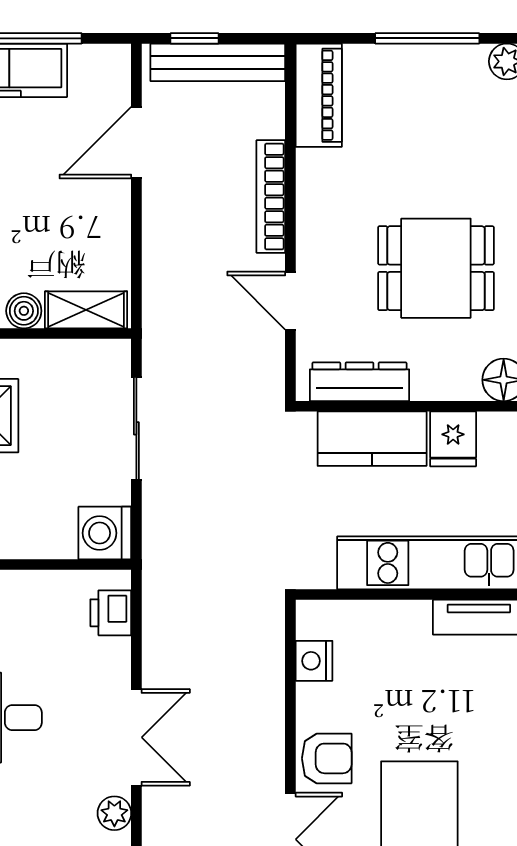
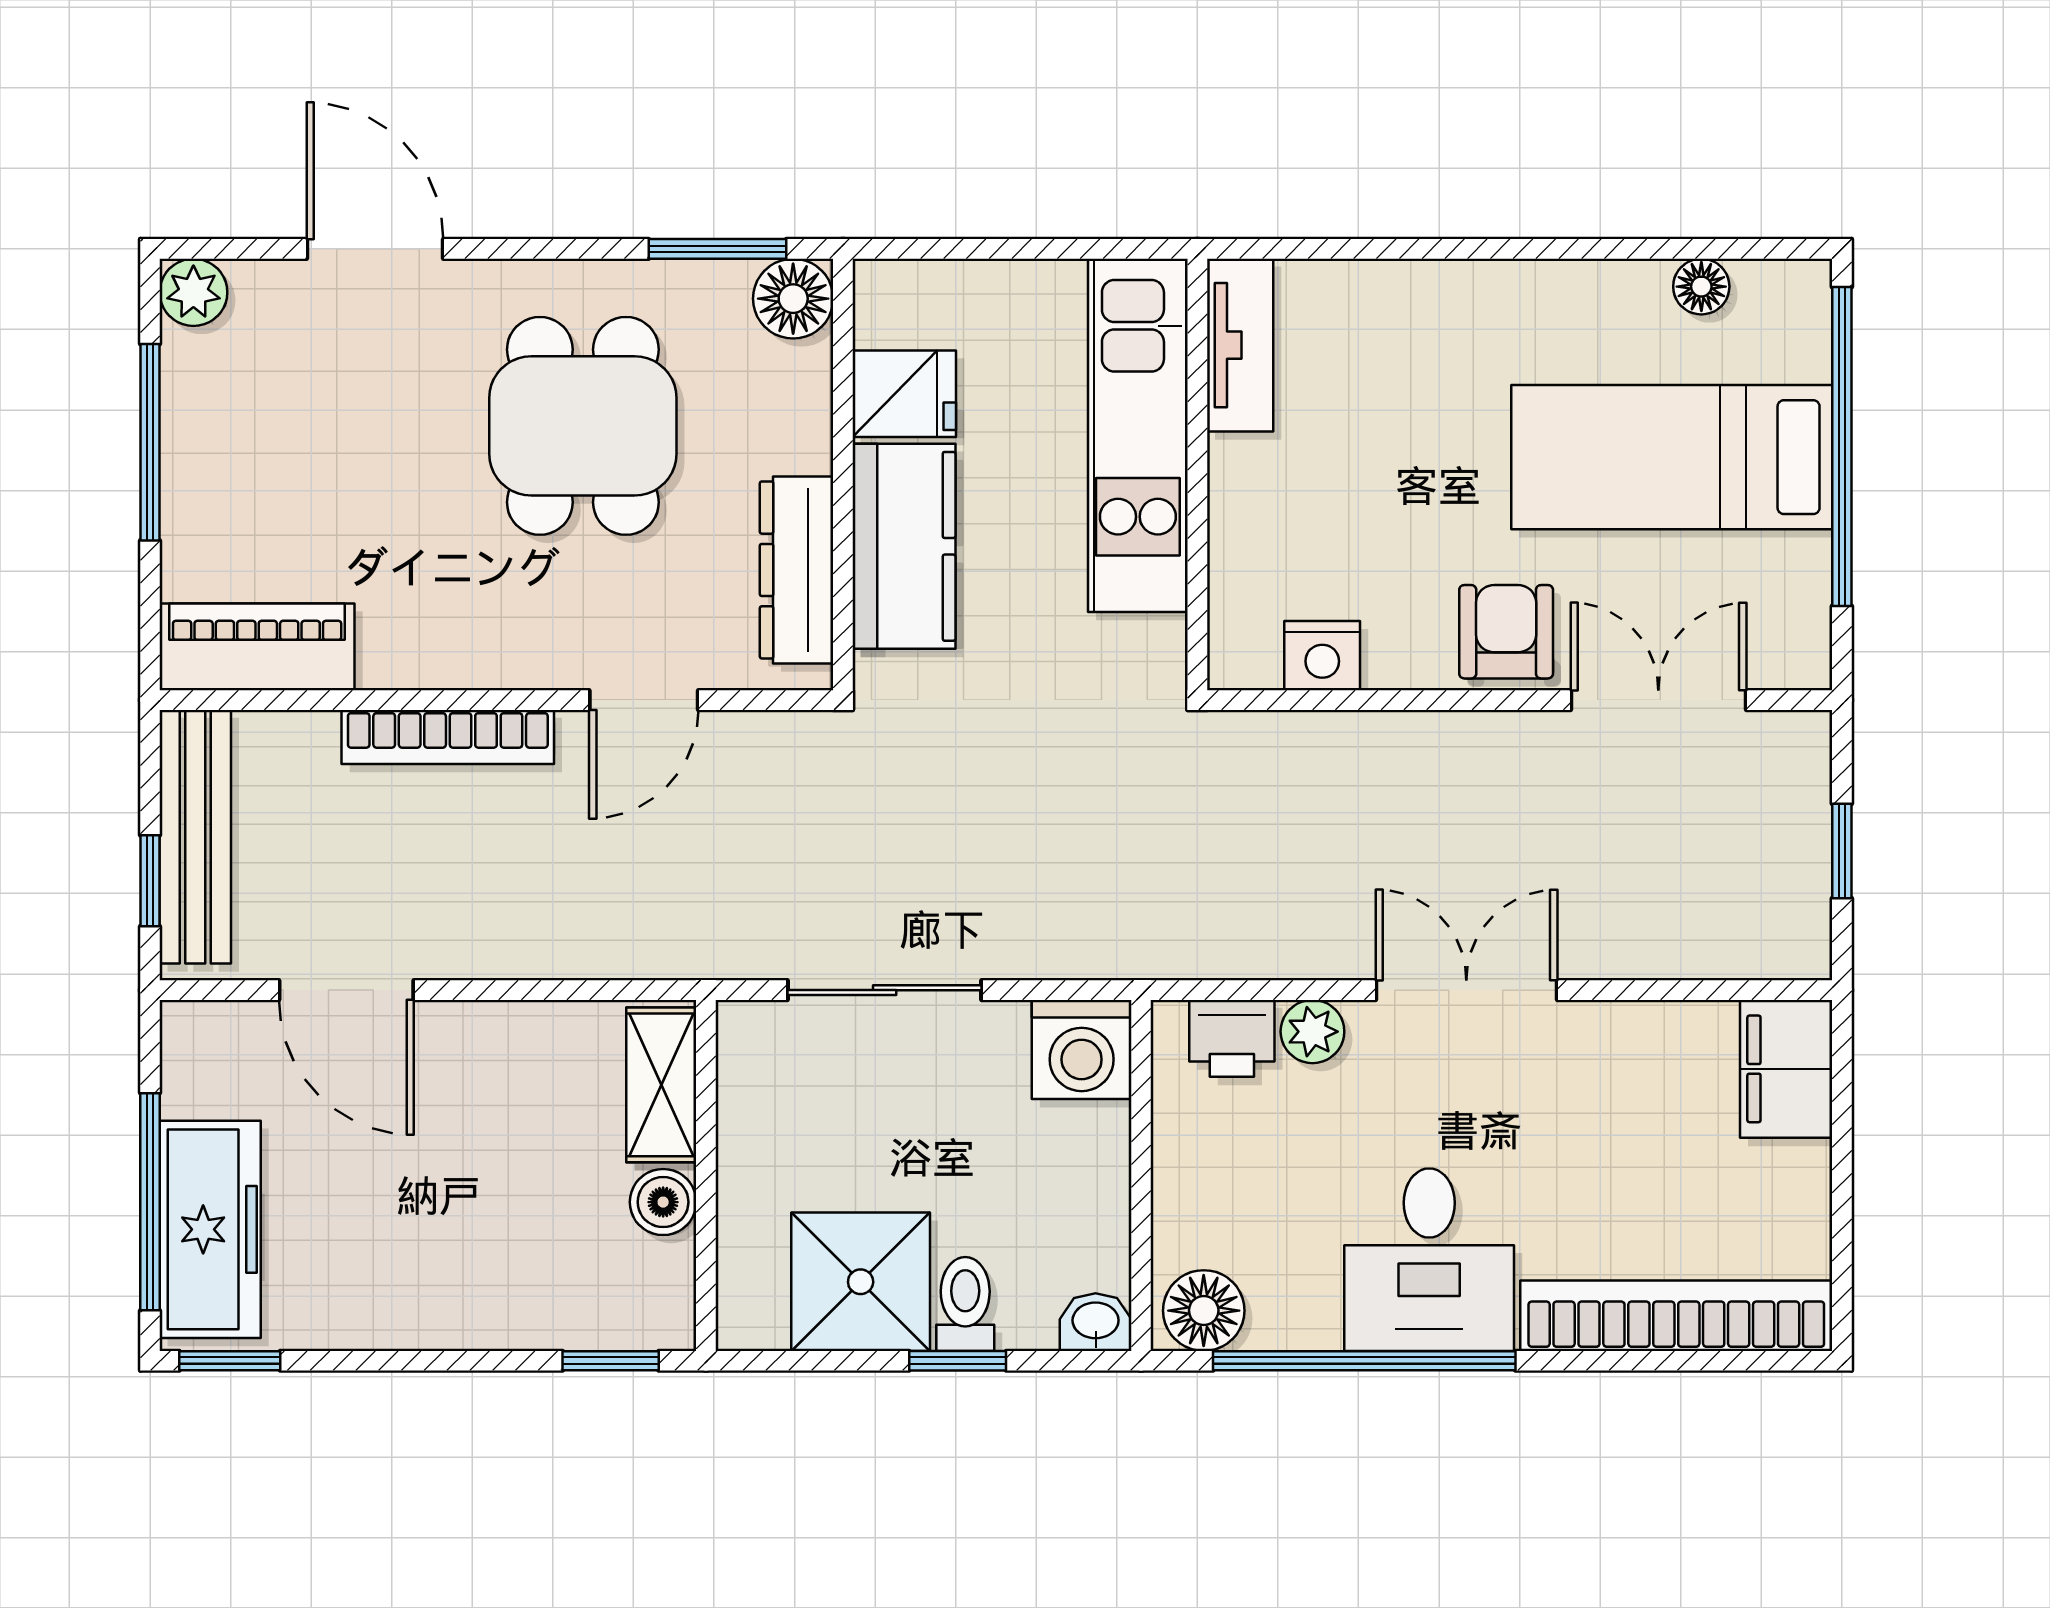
plant: (114, 813) -> (1312, 1032), moved

